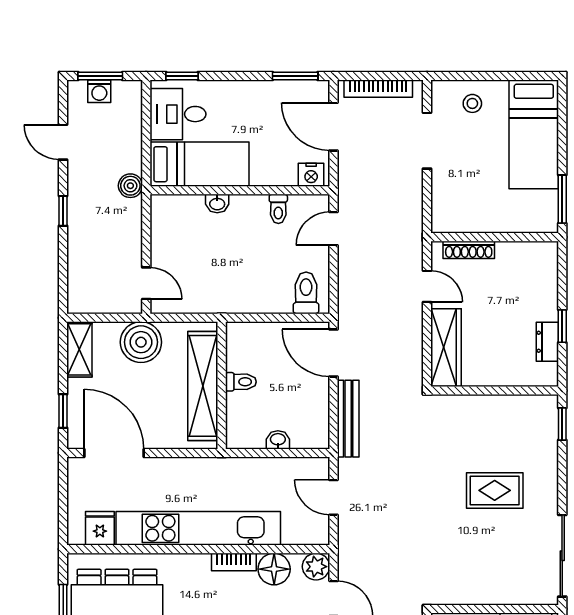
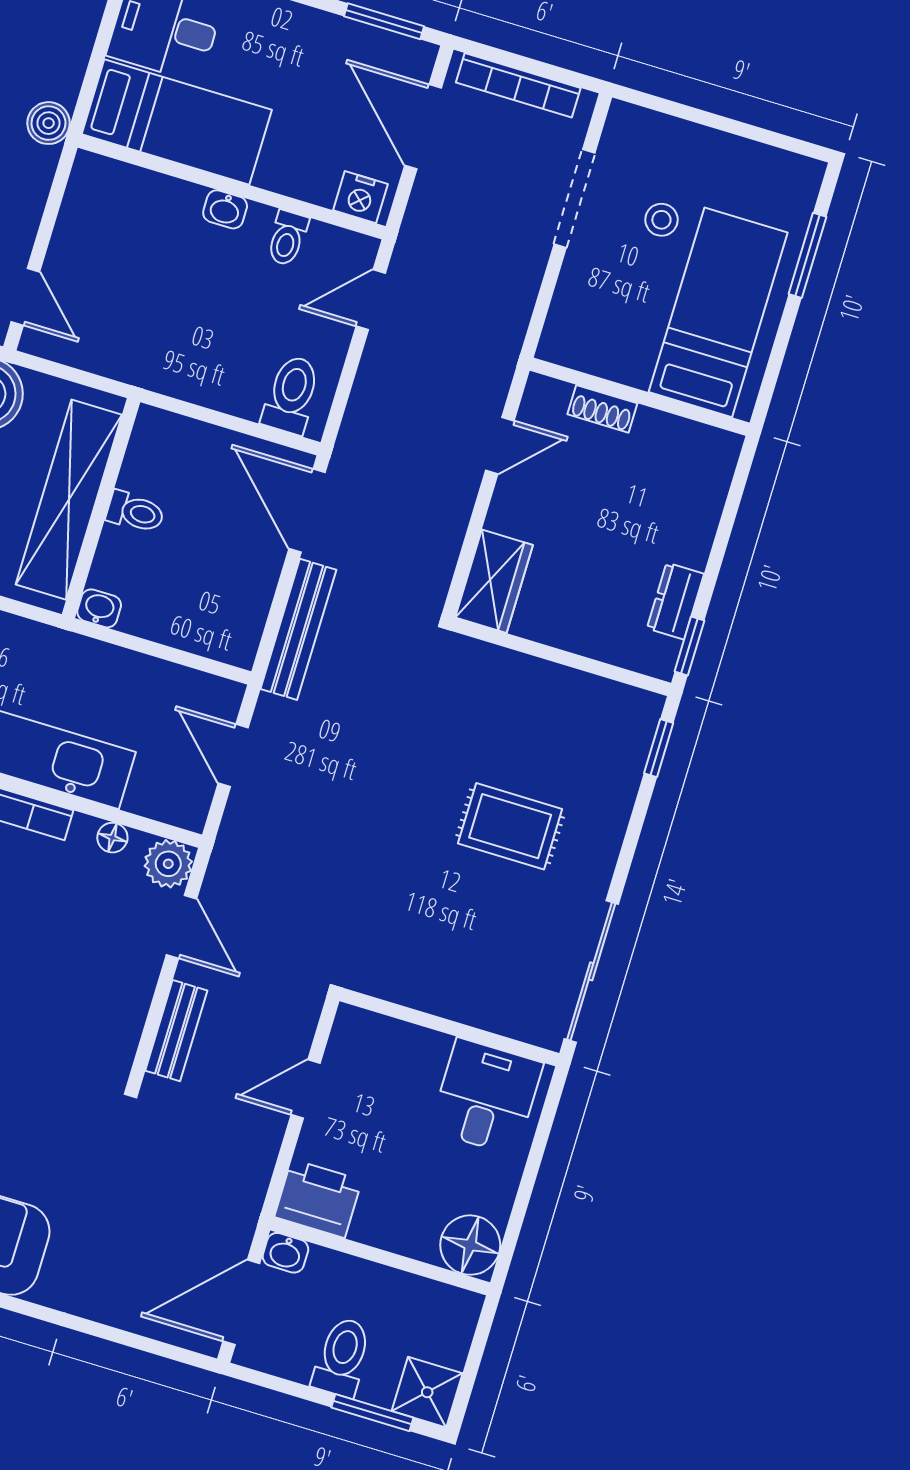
stool: (472, 103) -> (661, 220), moved
bed: (534, 134) -> (718, 312), moved, turned 180
window: (562, 199) -> (807, 255), moved
washbasin: (217, 204) -> (225, 209), moved
shoe rack: (469, 250) -> (602, 409), width x0.70
door: (427, 286) -> (500, 446), hinge flipped
window: (562, 326) -> (689, 646), moved
wardrobe: (446, 348) -> (494, 581), width x0.67
washbasin: (278, 440) -> (99, 608), moved
floor lamp: (274, 569) -> (112, 838), width x0.53, depth x0.53

